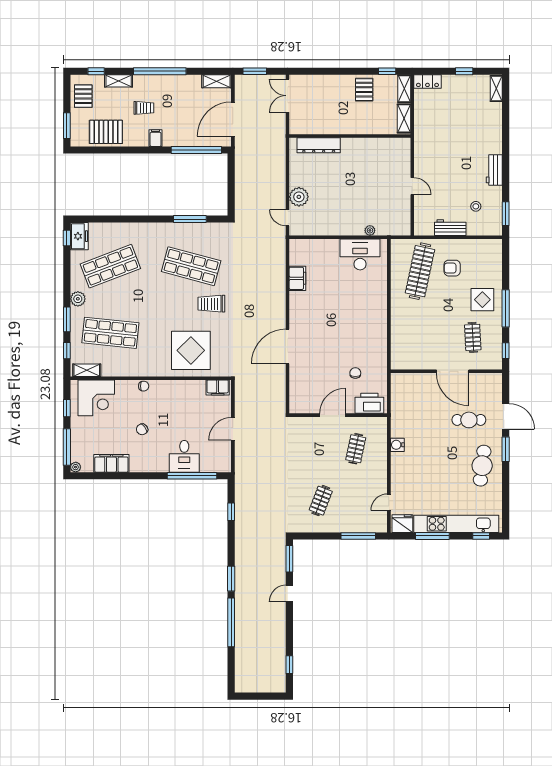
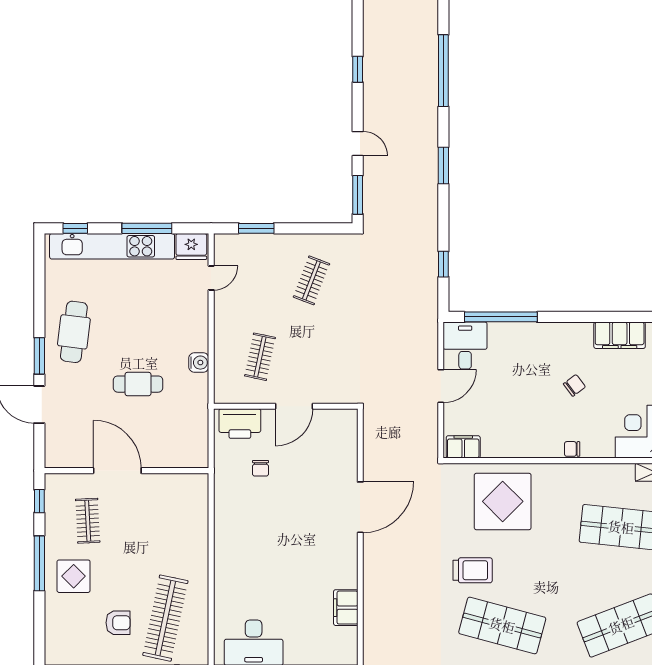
cafe table: (469, 420) -> (138, 384), moved
desk: (184, 456) -> (465, 346), moved
window: (358, 536) -> (256, 228), width x0.69
door: (289, 594) -> (358, 144), hinge flipped
window: (231, 622) -> (443, 71), moved
window: (289, 665) -> (358, 69), moved

